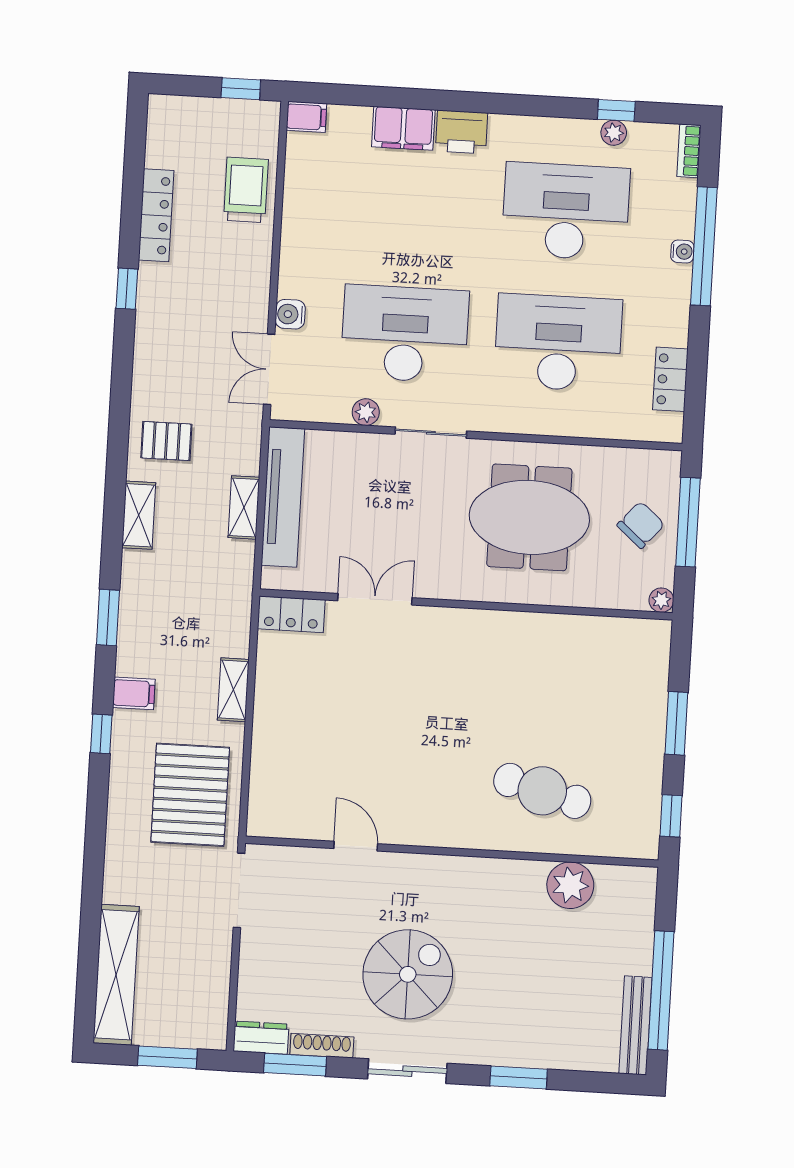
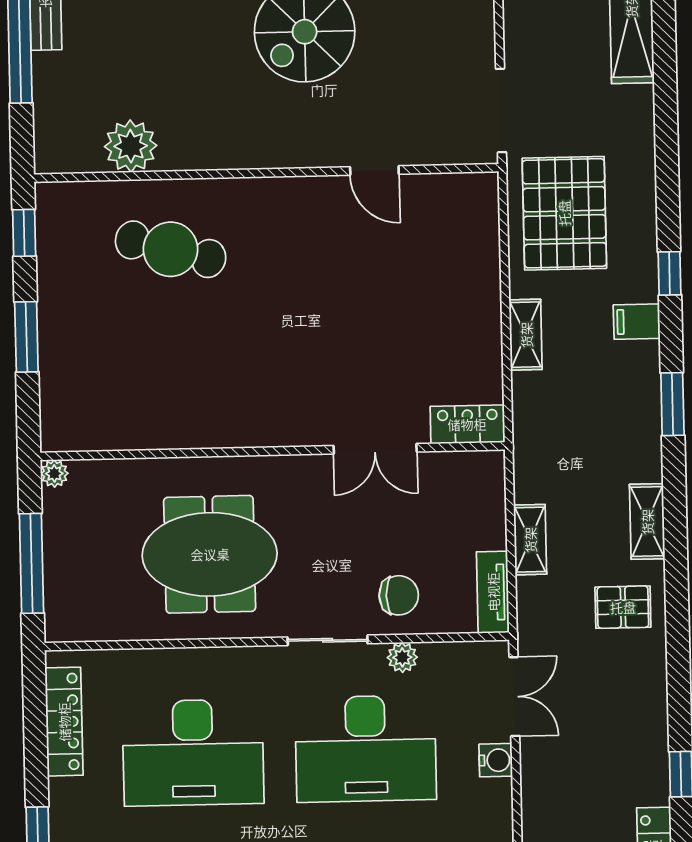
locker: (670, 379) -> (64, 722), width x1.53
tv unit: (283, 497) -> (493, 592), width x0.52, depth x0.78
chair: (641, 525) -> (399, 595), moved, turned -131

